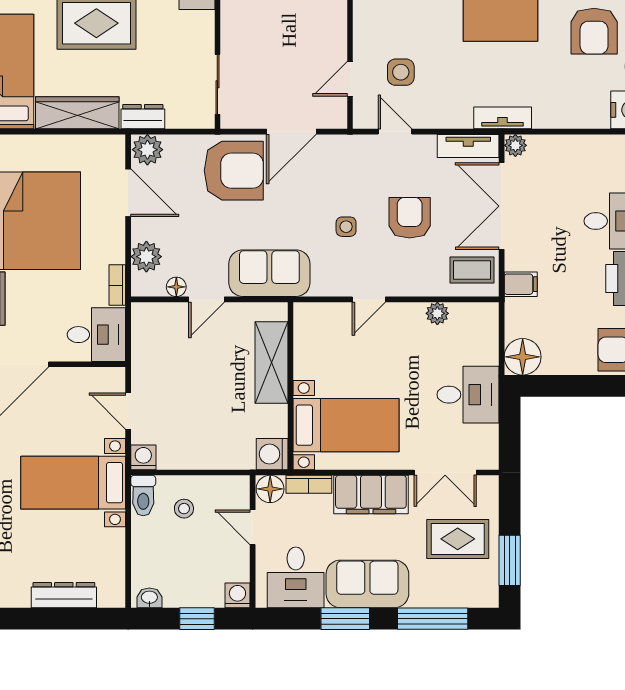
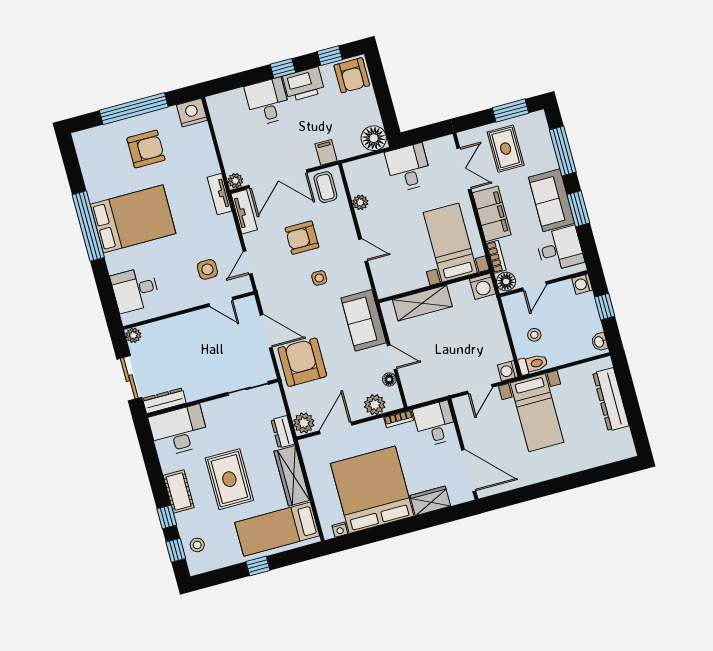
dresser: (64, 595) -> (611, 399), width x1.37, depth x1.24

